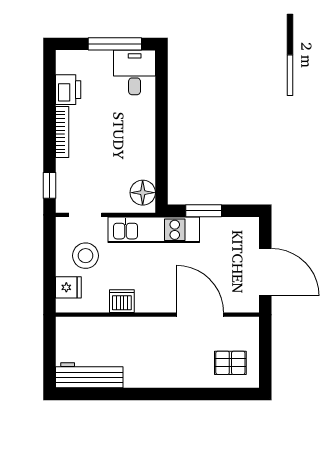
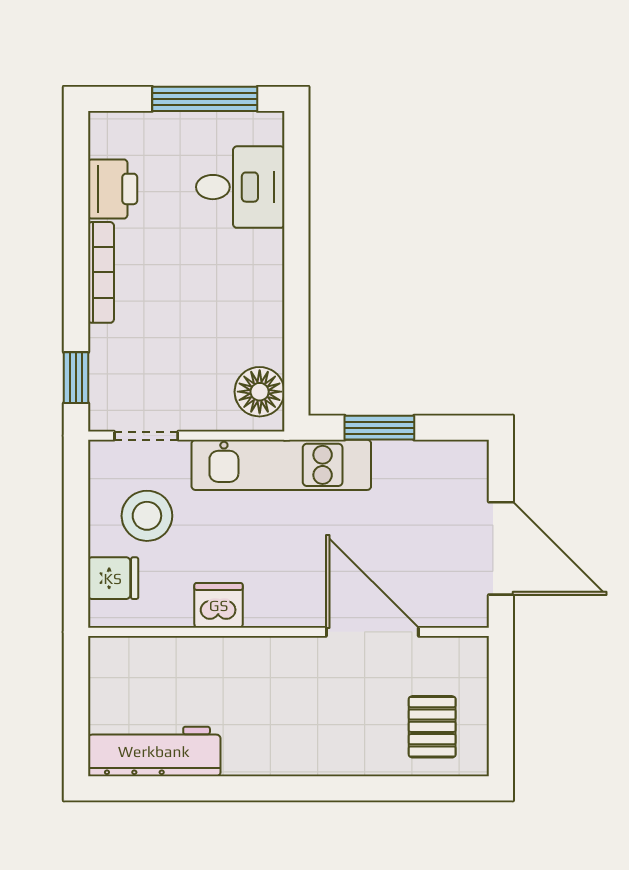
desk: (135, 72) -> (240, 187), moved, turned 90
pallet: (230, 363) -> (432, 727), turned 90

